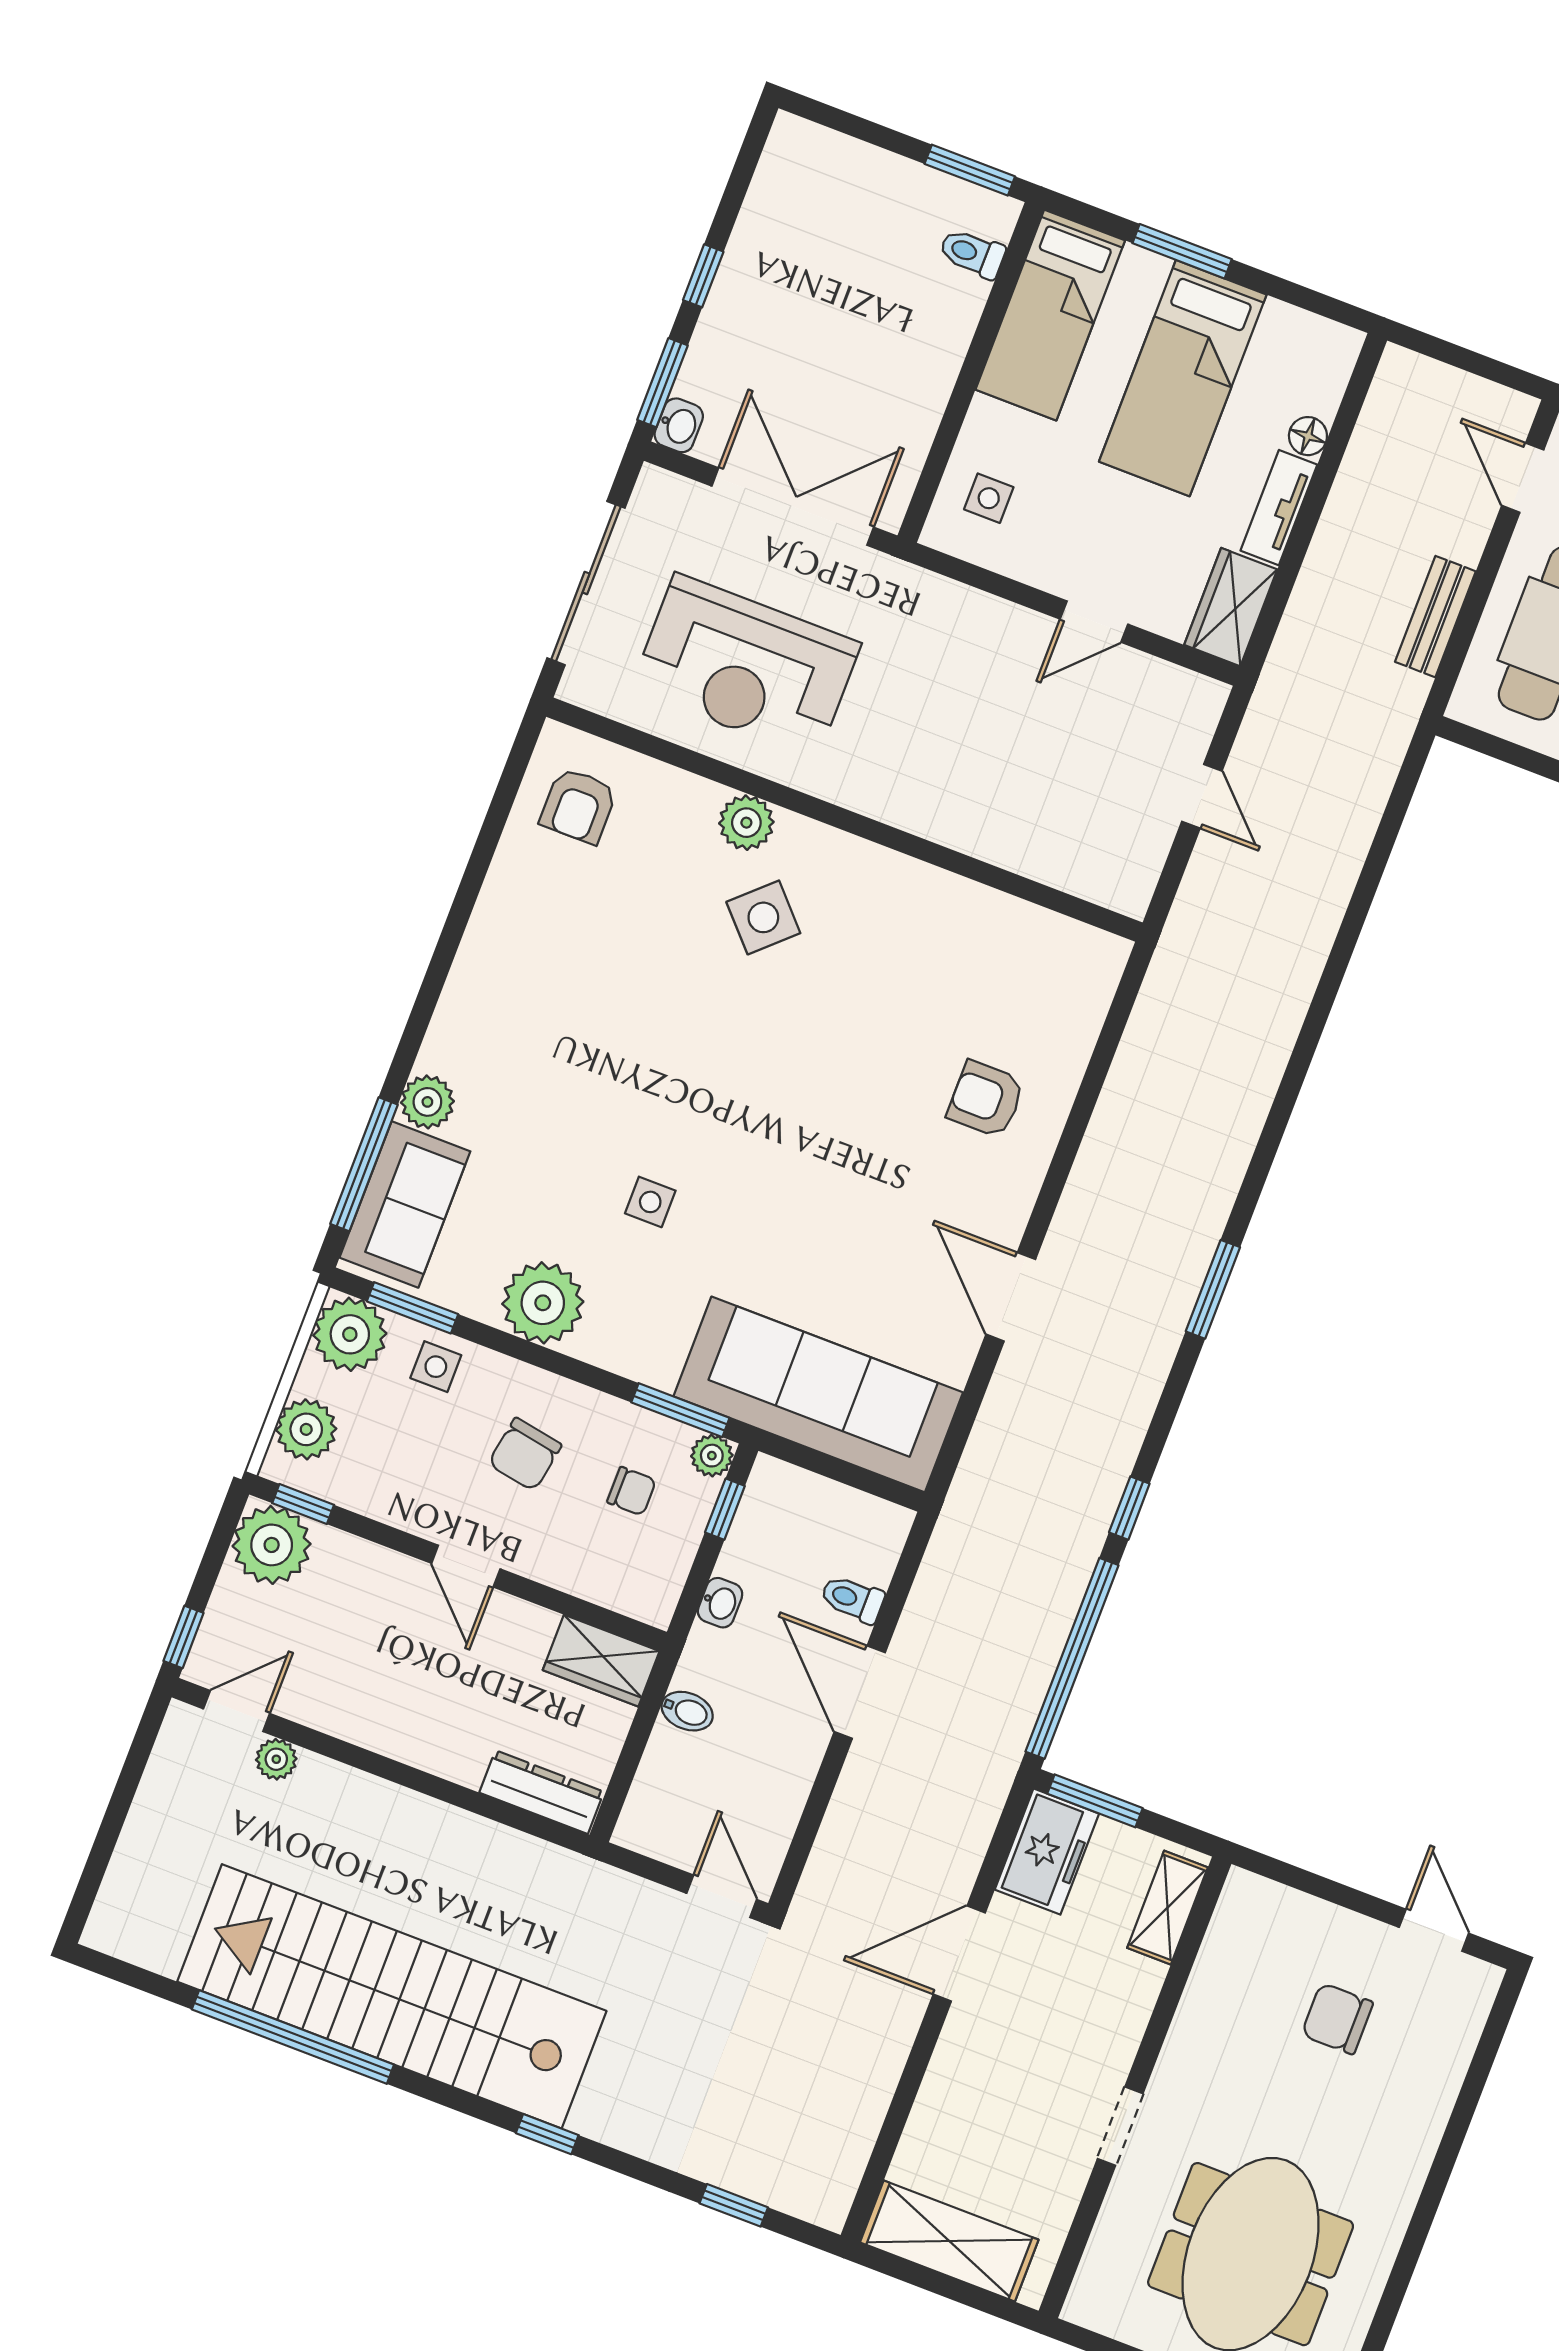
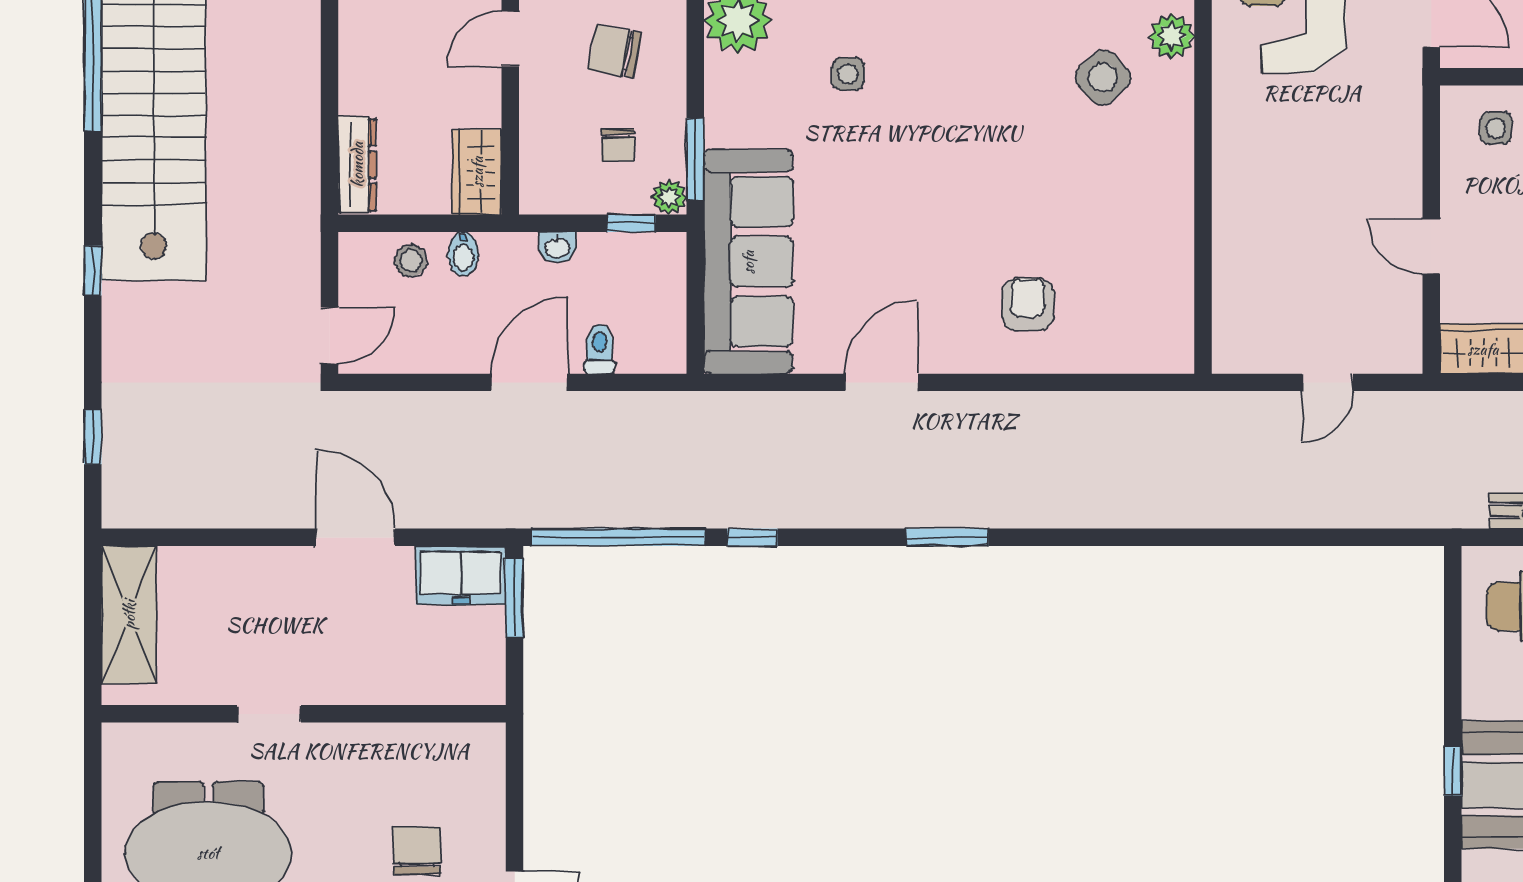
stool: (672, 1773) -> (411, 261), added
shelving: (1168, 1908) -> (453, 686), removed

